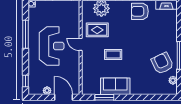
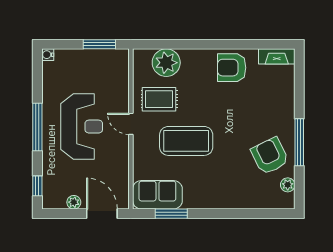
window: (26, 34) -> (37, 127), moved
coffee table: (113, 54) -> (186, 141), width x1.86, depth x1.72
sofa: (115, 86) -> (157, 195), moved

